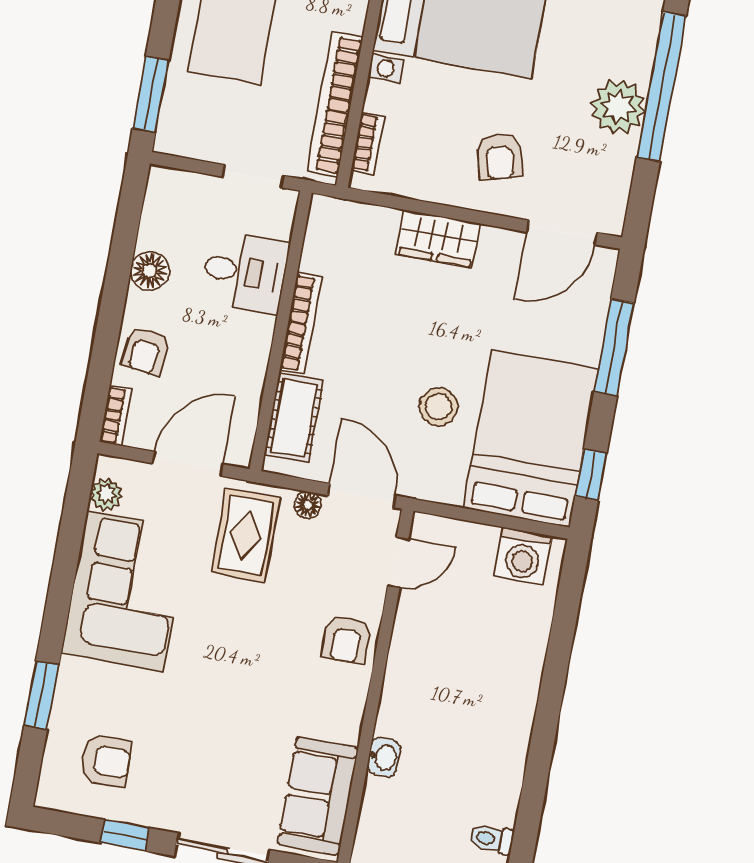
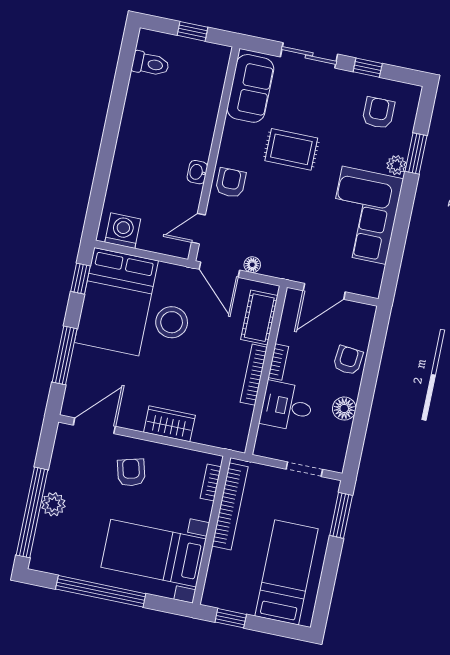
plant: (618, 107) -> (53, 504), width x0.73, depth x0.73
doorway: (253, 176) -> (304, 469), moved
stool: (439, 407) -> (172, 322), width x1.38, depth x1.38
bookcase: (116, 416) -> (278, 362), moved, turned 180
plant: (106, 494) -> (396, 165), moved
rug: (246, 535) -> (291, 149), moved, turned 90
washbasin: (384, 757) -> (197, 172), moved
armchair: (105, 761) -> (378, 113), turned 90
toilet: (491, 839) -> (150, 64), width x1.37, depth x1.39

